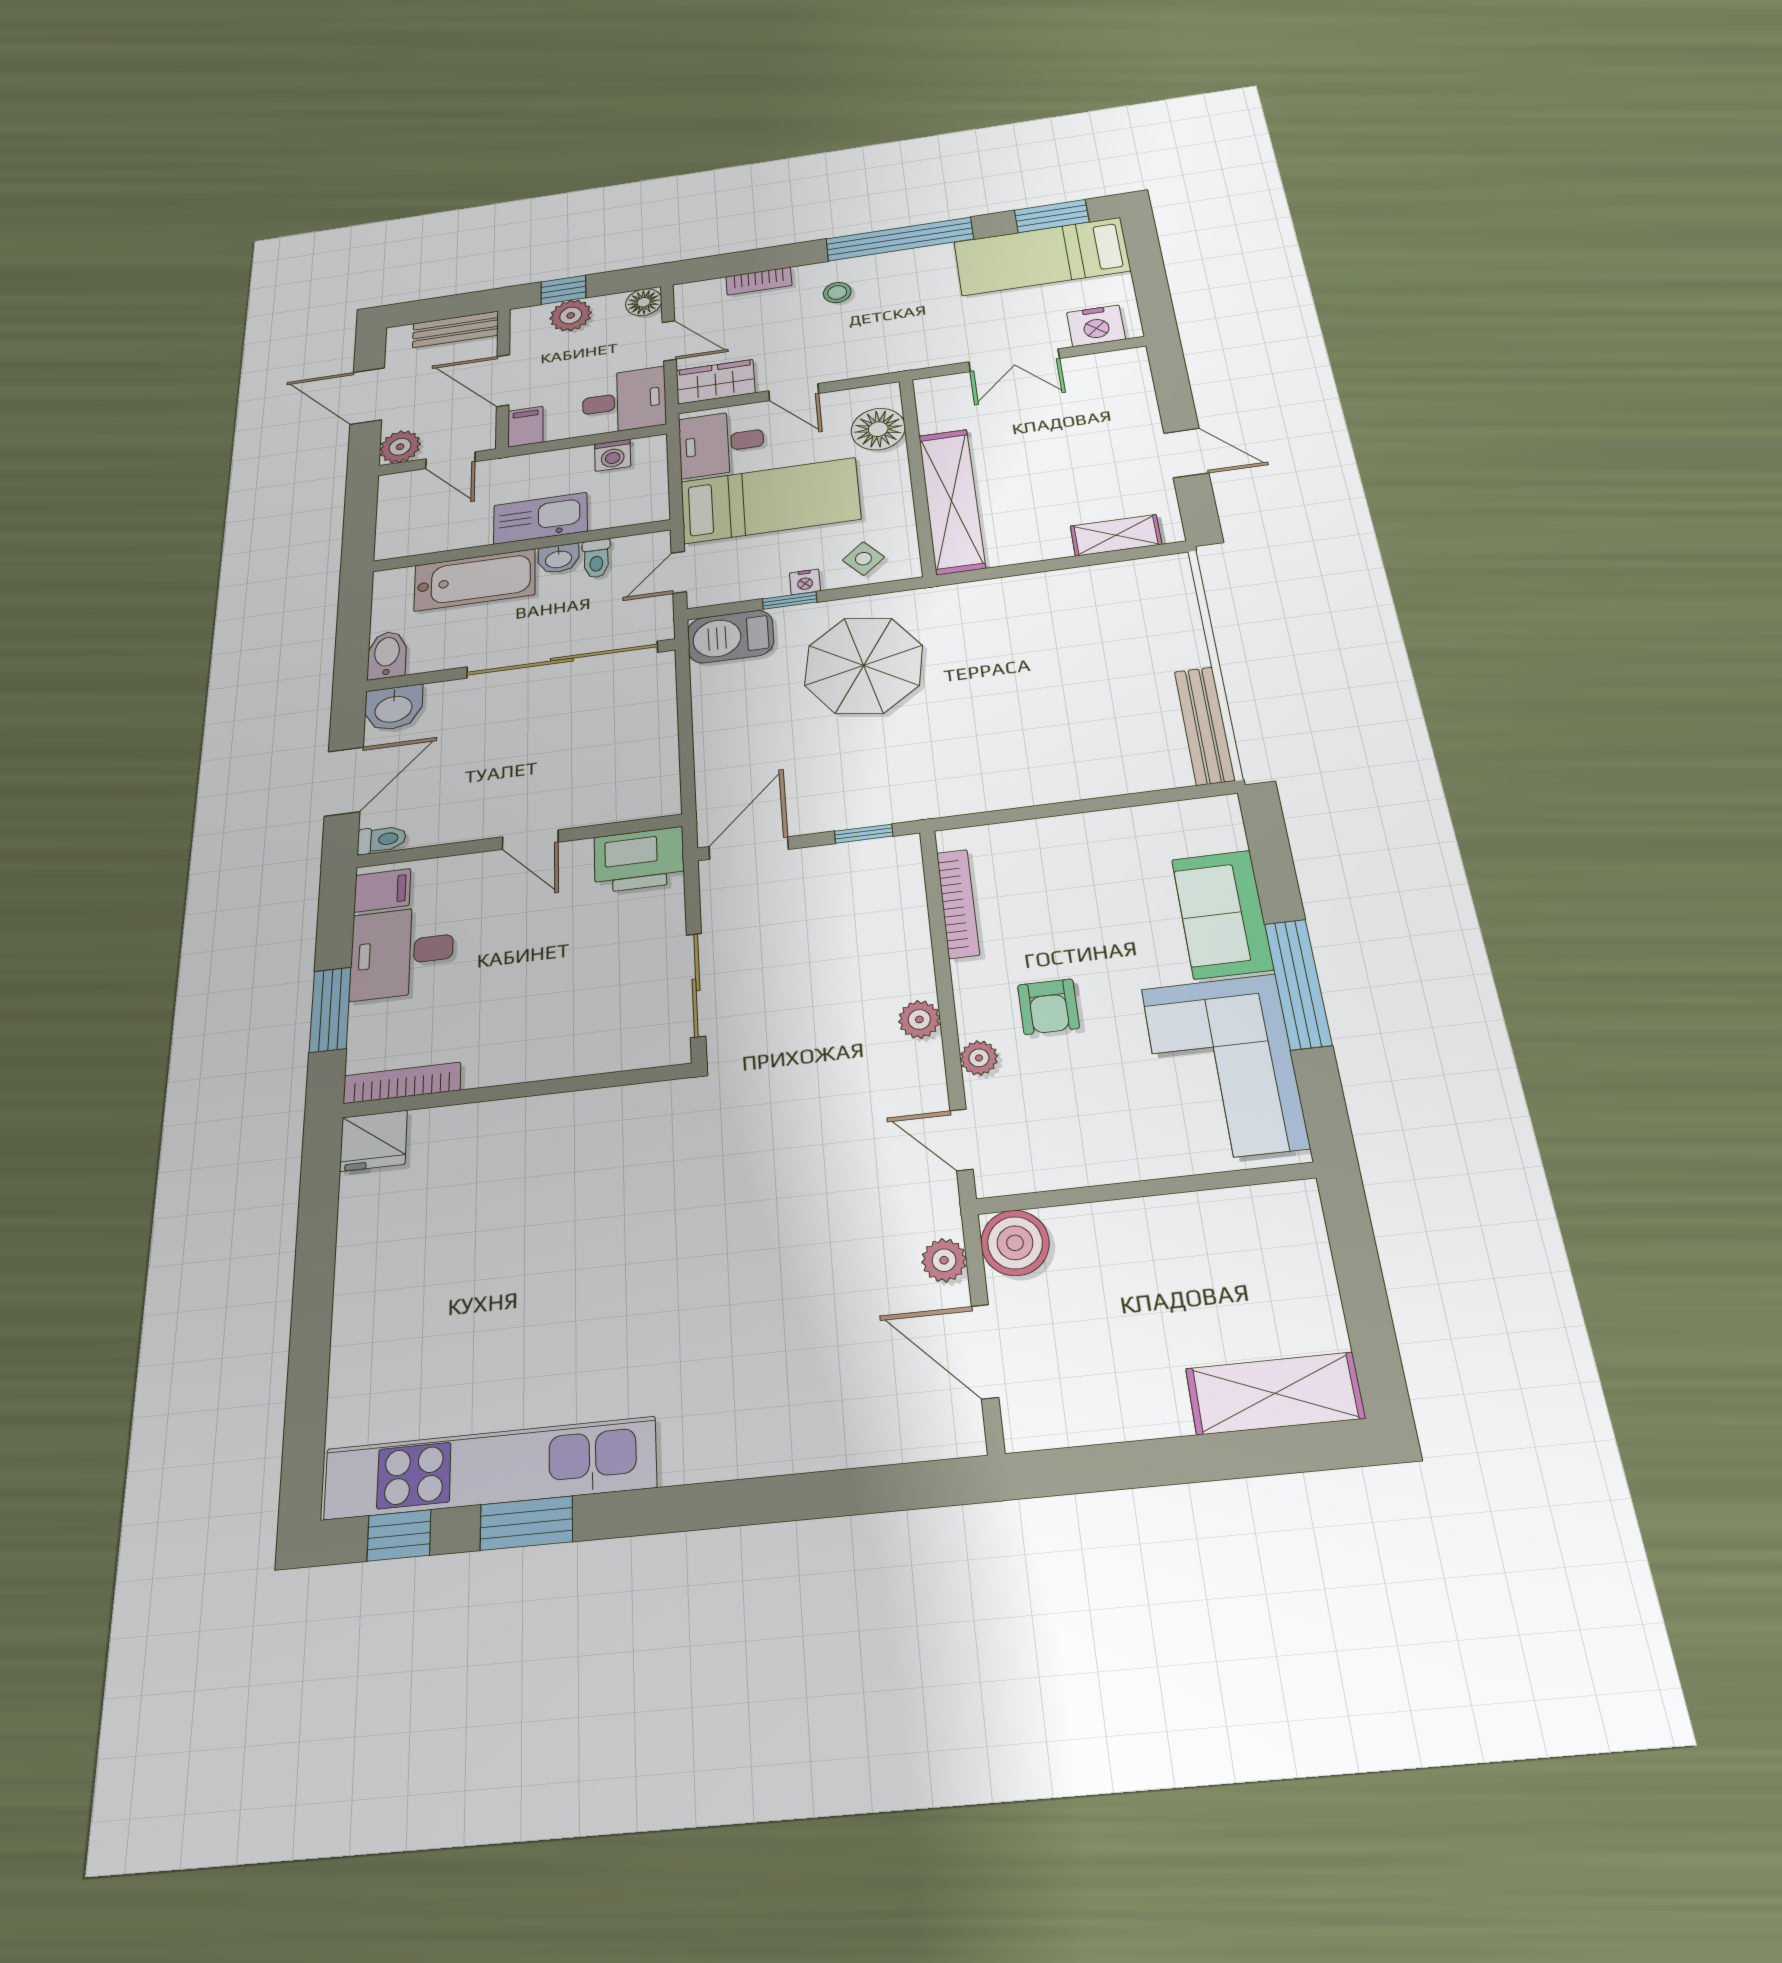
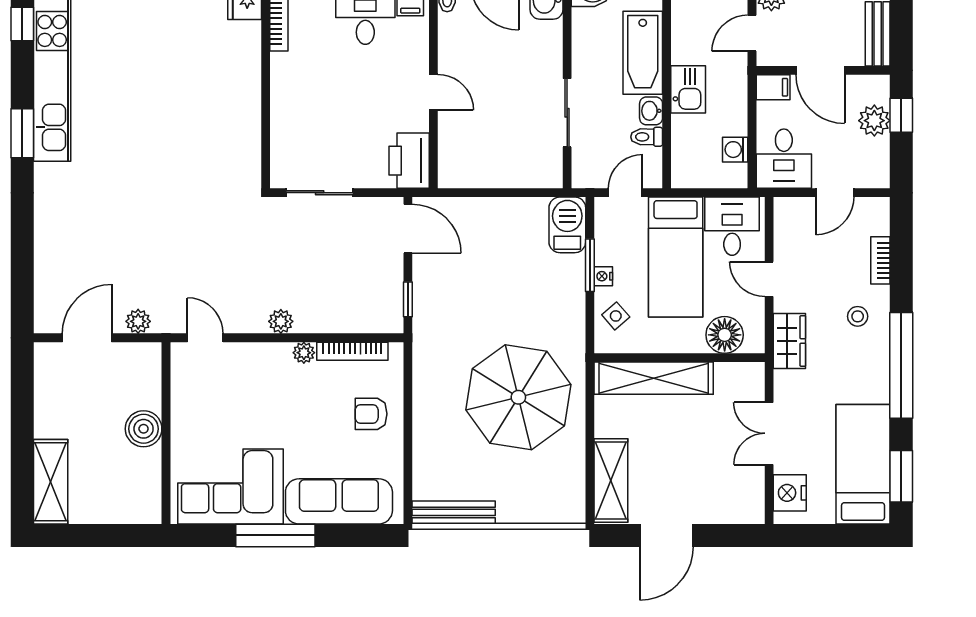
floor lamp: (644, 302) -> (877, 175), removed
door: (503, 380) -> (820, 70), swing flipped
wardrobe: (715, 382) -> (789, 341), moved
door: (794, 392) -> (769, 279), hinge flipped
door: (1186, 453) -> (666, 535), width x1.38
kitchen sink: (540, 518) -> (688, 89), width x0.73
shelving: (1116, 535) -> (611, 481), width x1.50, depth x1.33
door: (679, 572) -> (625, 193), hinge flipped
window: (790, 601) -> (590, 265), width x1.50
sliding door: (562, 660) -> (567, 113), width x0.54
parasol: (864, 665) -> (518, 397), moved, width x1.36, depth x1.36
door: (530, 840) -> (433, 92), swing flipped
sofa: (1222, 914) -> (339, 501), width x1.36
armchair: (1048, 1007) -> (371, 414), moved
plant: (979, 1058) -> (304, 353), moved
door: (961, 1140) -> (205, 338), hinge flipped
boiler: (1015, 1243) -> (144, 429), moved
window: (526, 1523) -> (22, 133), moved

